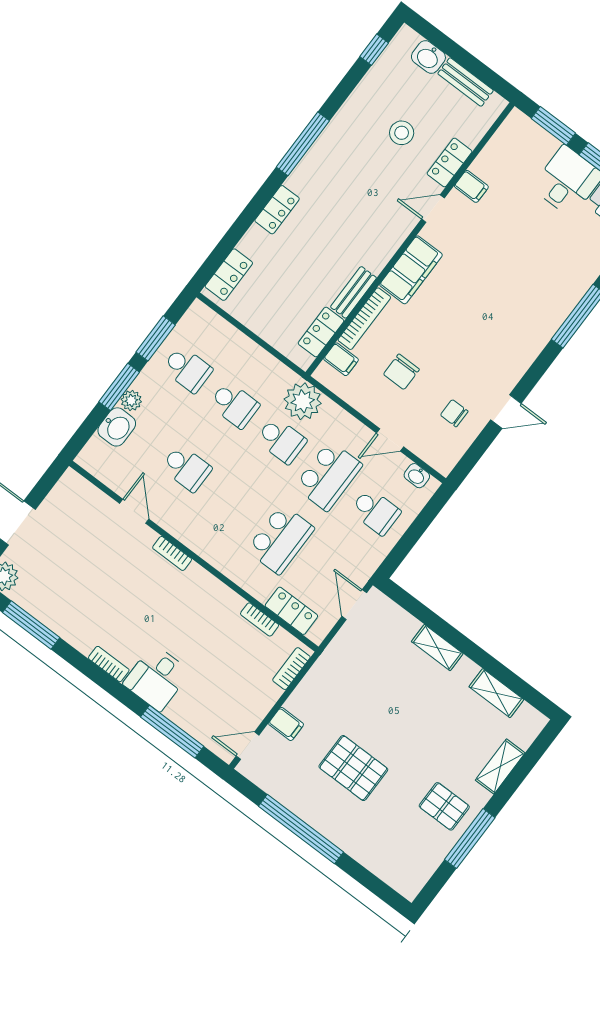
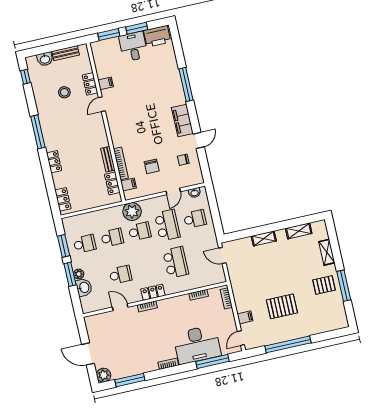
filing cabinet: (411, 270) -> (182, 120), moved, turned 180
locker: (291, 611) -> (153, 292), moved
desk: (157, 678) -> (197, 345), width x1.87, depth x1.30

